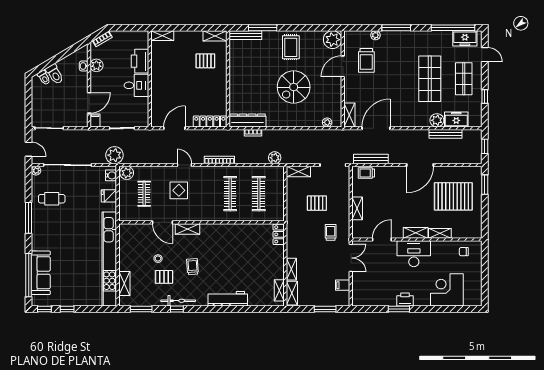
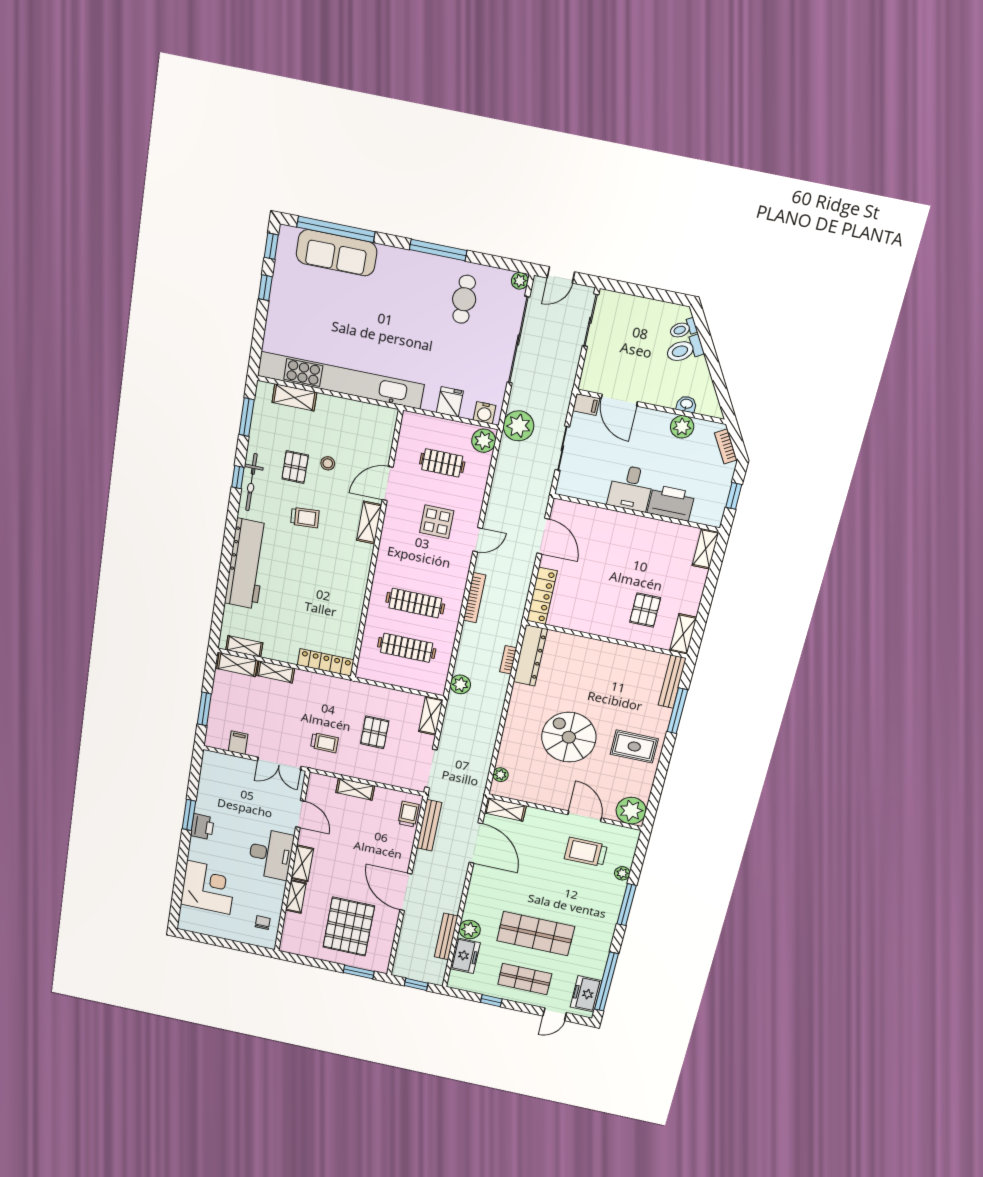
window: (129, 28) -> (734, 496), added
locker: (279, 234) -> (326, 662), width x1.53
workbench: (228, 299) -> (247, 564), width x1.36, depth x1.32

